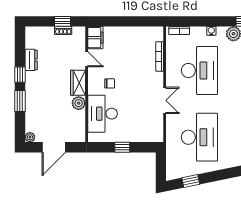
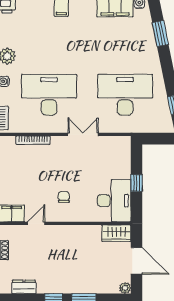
dresser: (31, 60) -> (24, 287), moved
wardrobe: (78, 83) -> (116, 233), moved
plant: (79, 103) -> (86, 232), removed
desk: (103, 114) -> (114, 201), moved, turned -90

